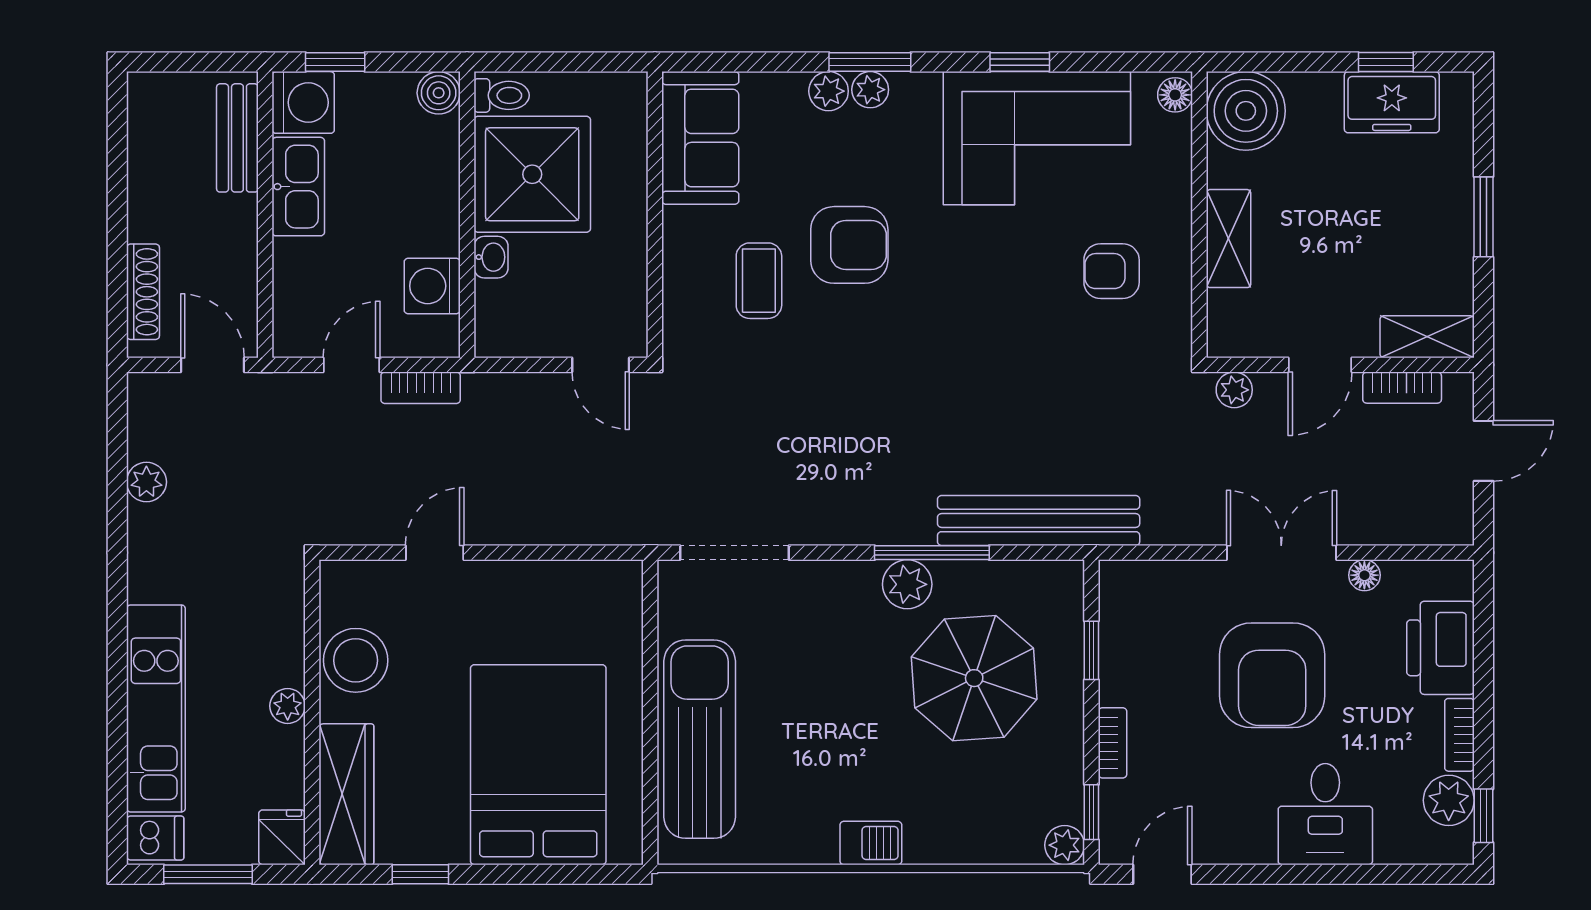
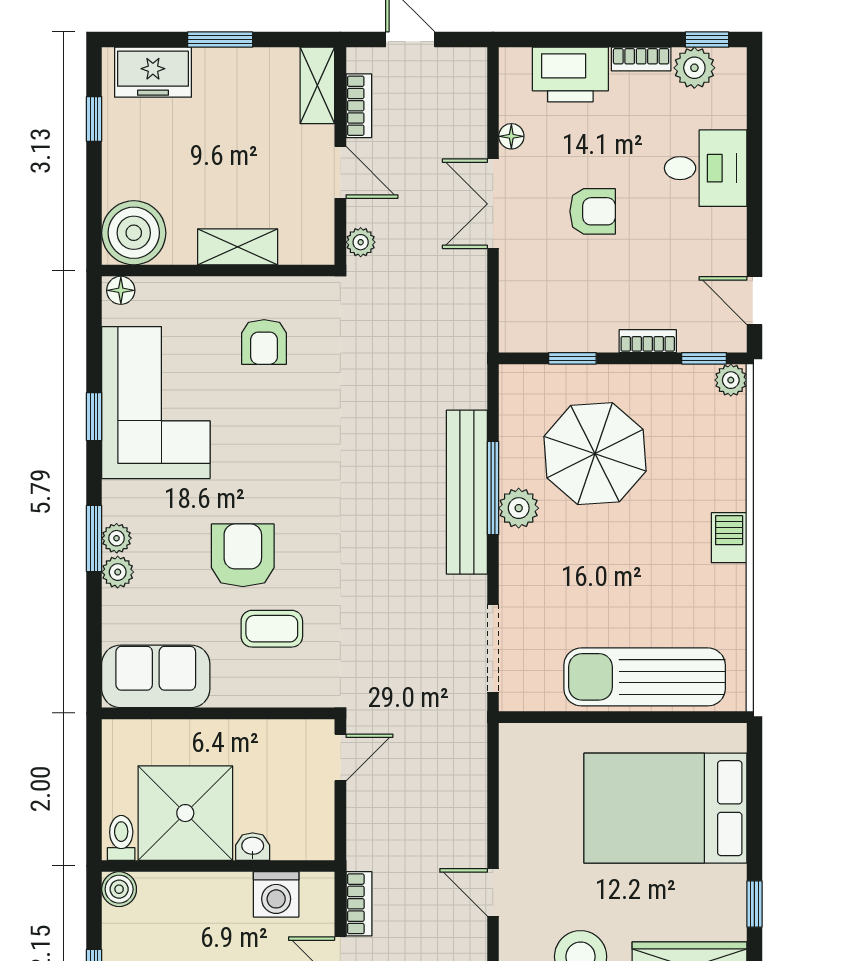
freezer: (1392, 102) -> (153, 72), moved, turned 90
bench: (1039, 521) -> (467, 492), moved
armchair: (1272, 675) -> (593, 211), width x0.53, depth x0.53

